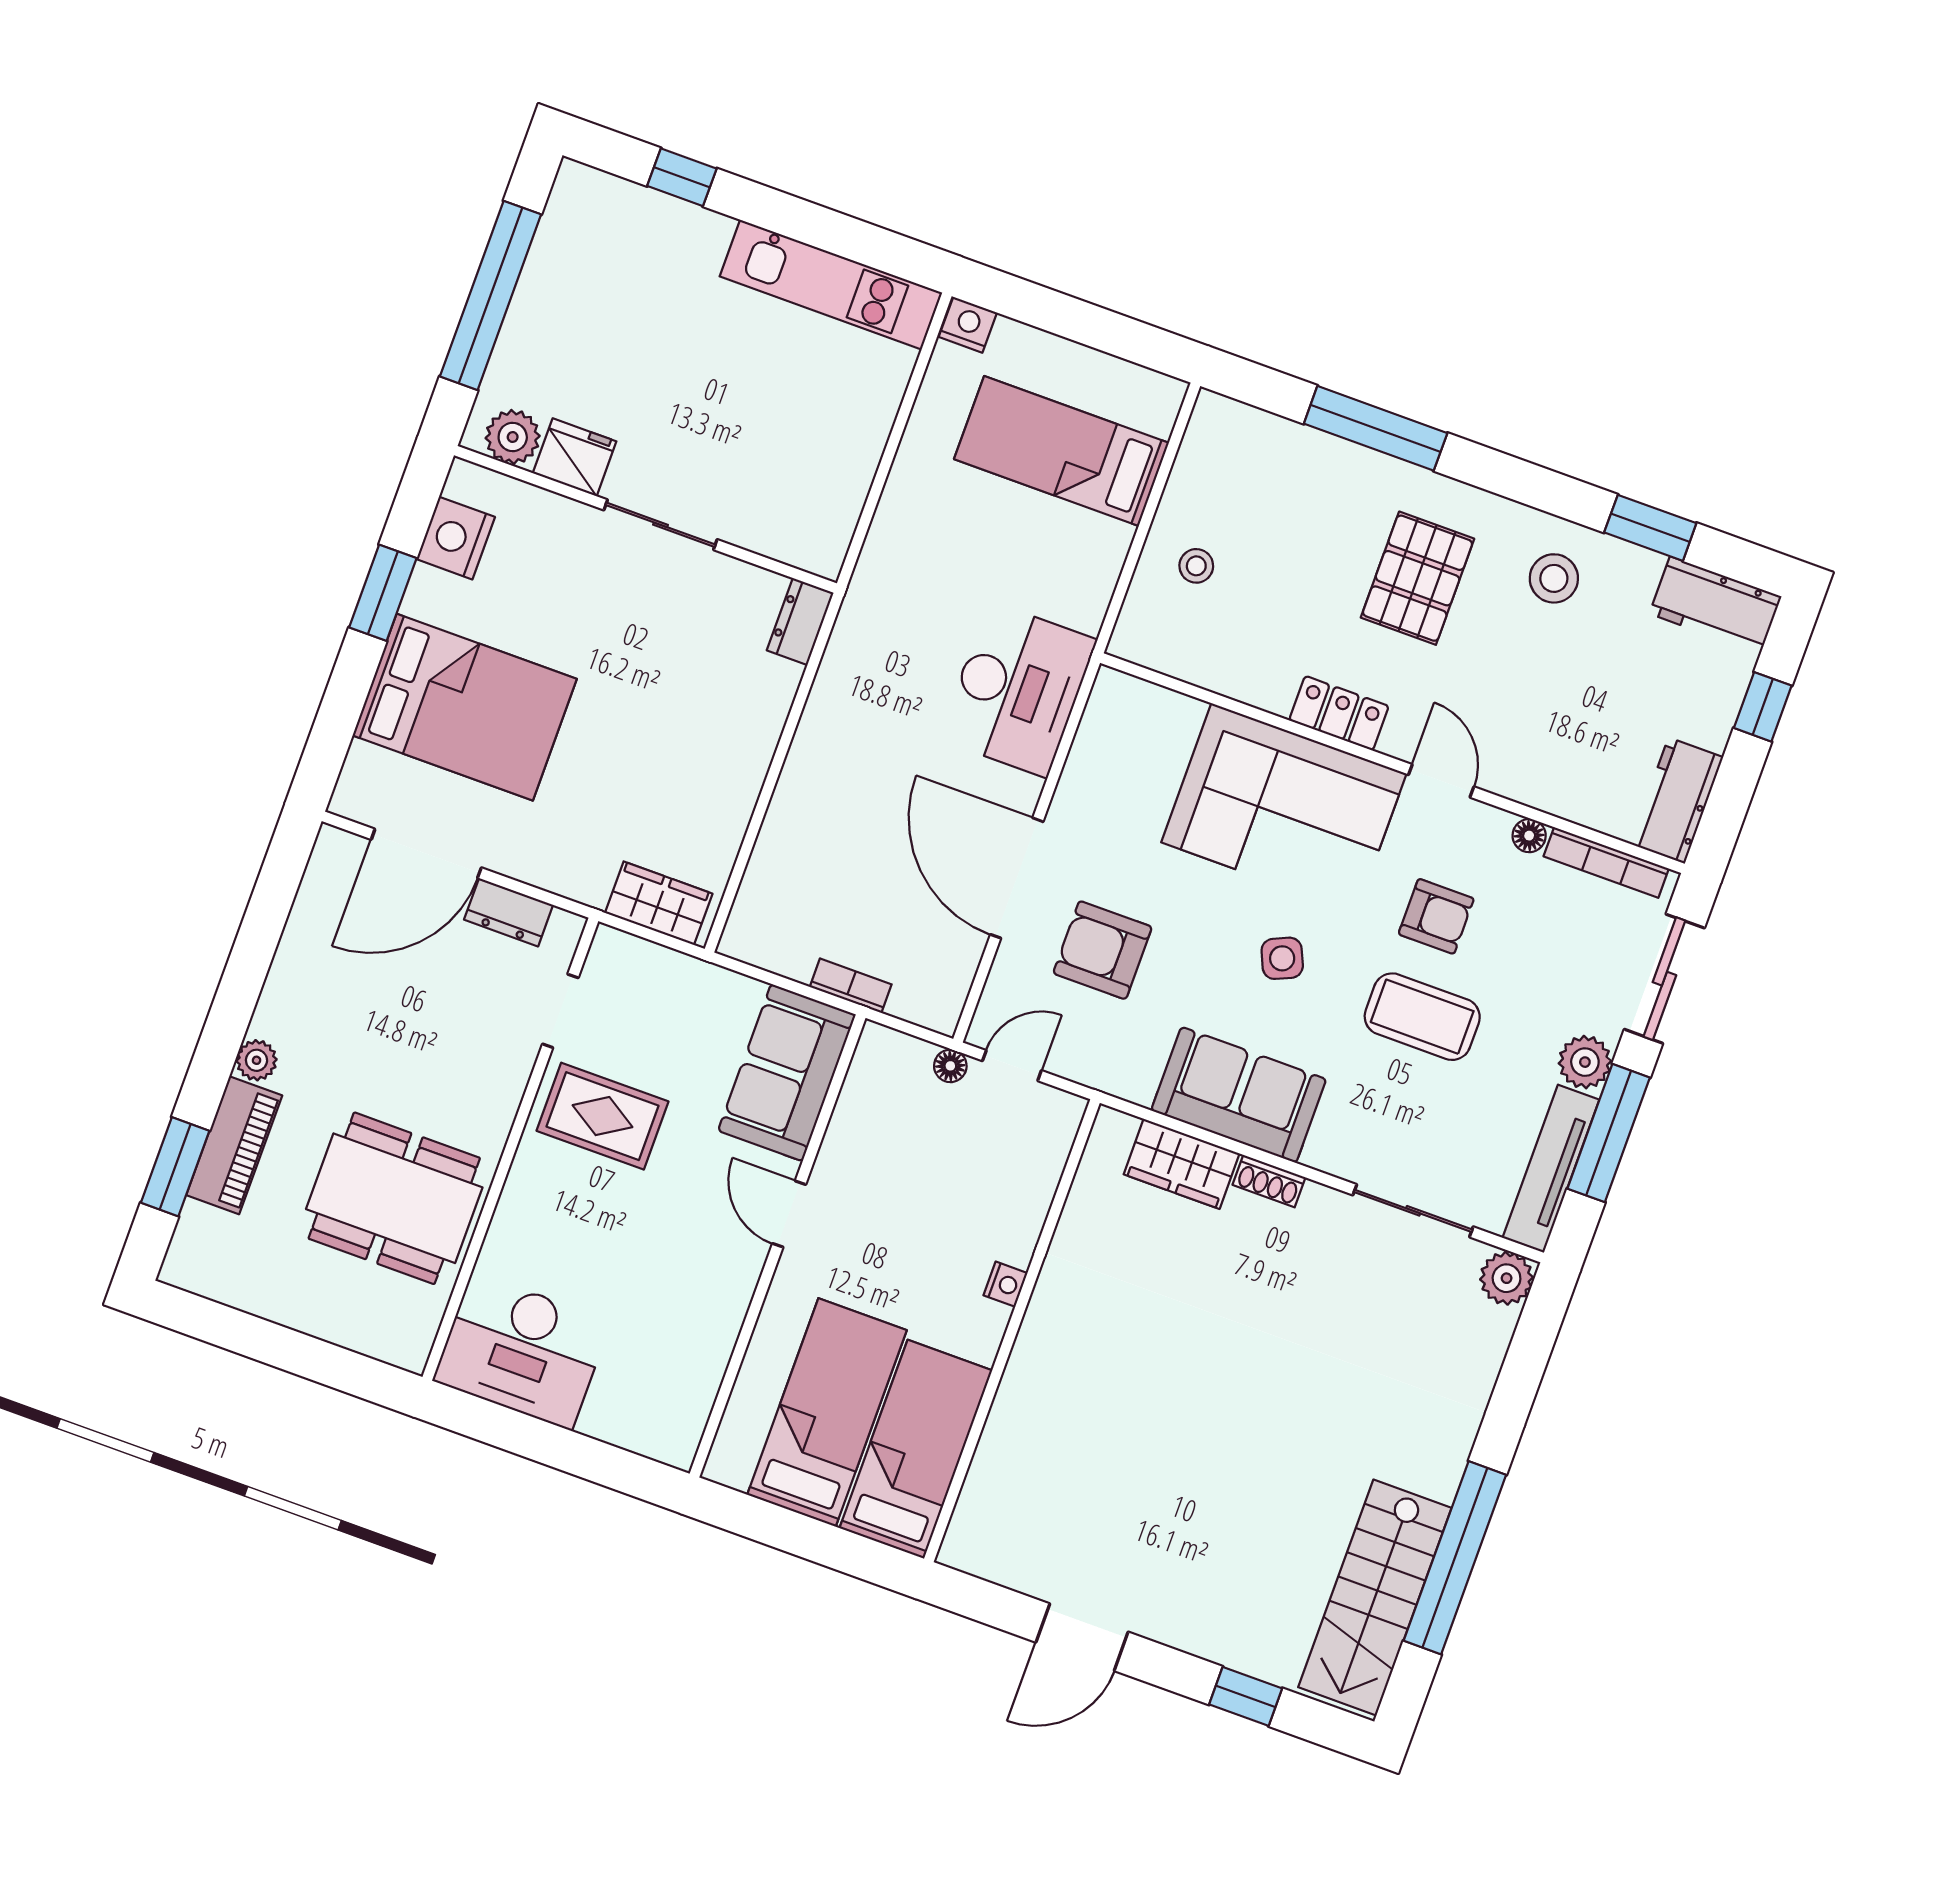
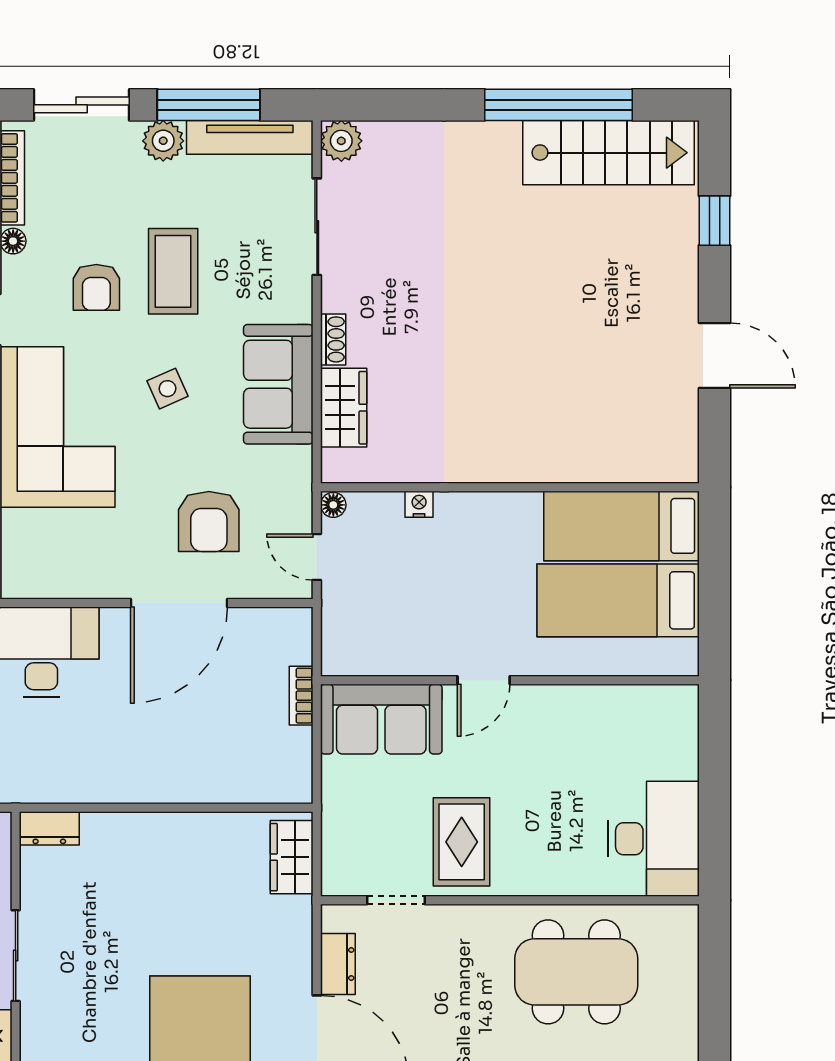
armchair: (1436, 916) -> (96, 287), turned 180
floor lamp: (950, 1066) -> (333, 505), moved
dining table: (394, 1198) -> (576, 972), turned 90
nightstand: (1005, 1284) -> (419, 504), moved

